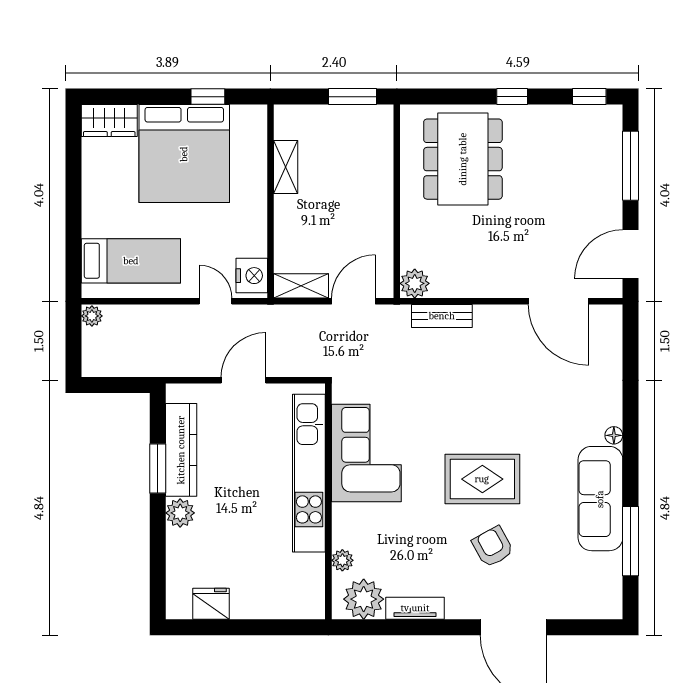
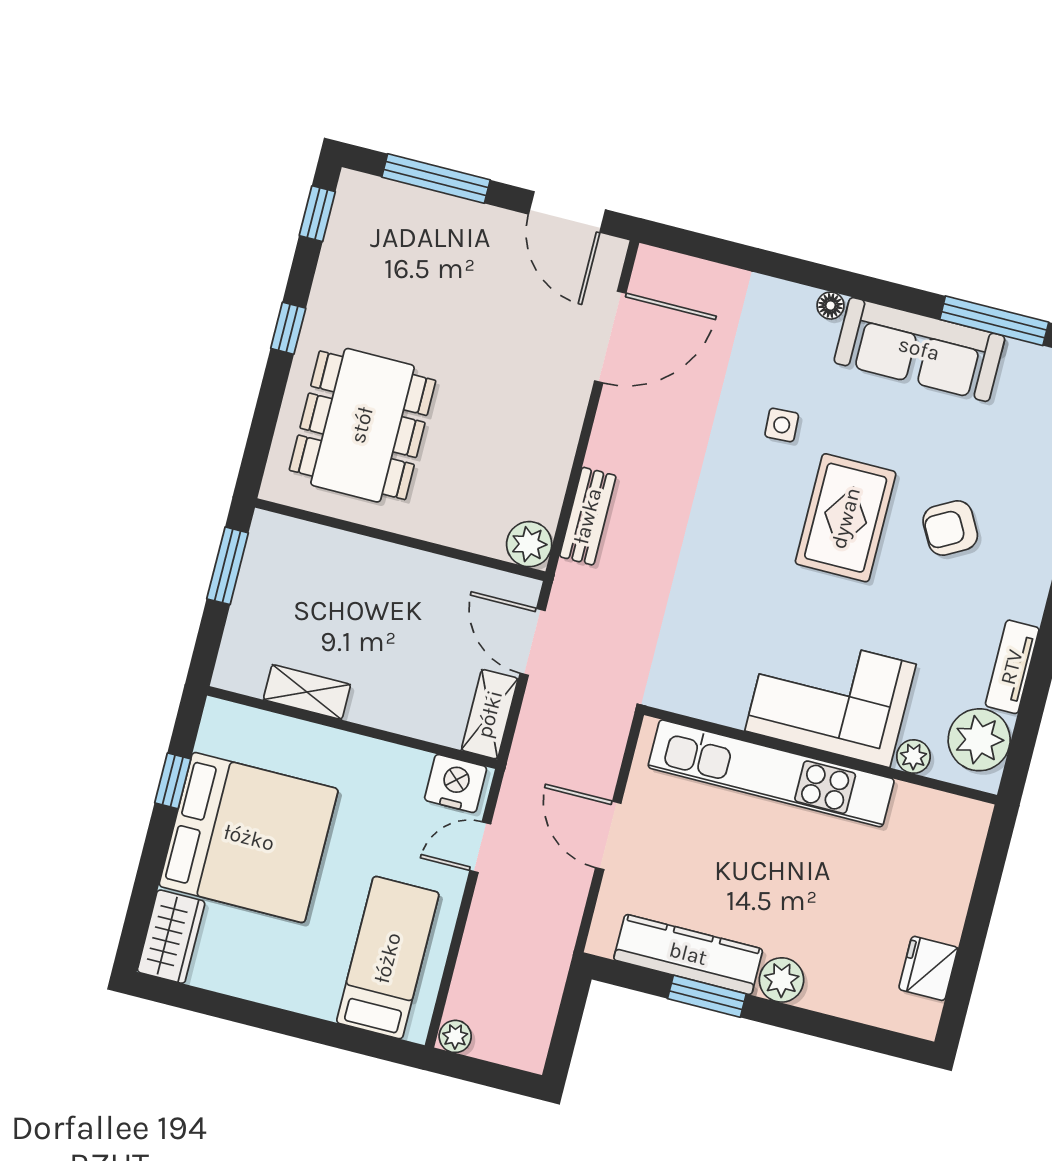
dining table: (463, 159) -> (362, 425), turned 90
side table: (531, 424) -> (782, 425), added
corner sofa: (366, 453) -> (831, 697), moved

